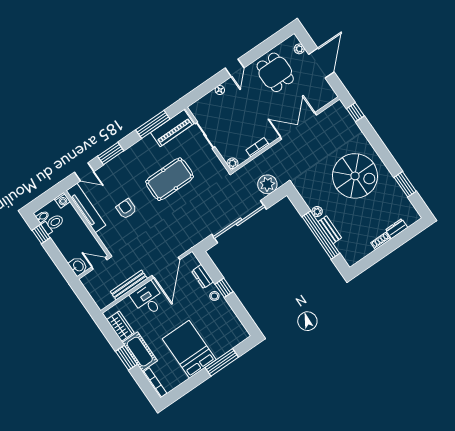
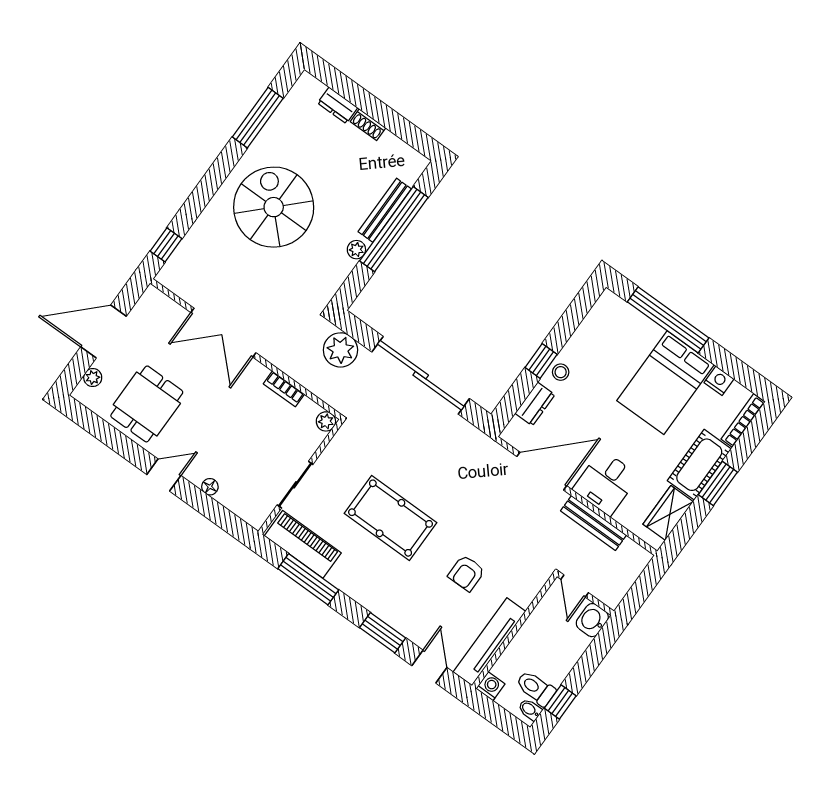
window: (405, 184) -> (258, 118), width x1.44
bench: (330, 230) -> (385, 210), width x1.36
window: (222, 362) -> (668, 320), width x1.46
nightstand: (180, 378) -> (719, 381), added

